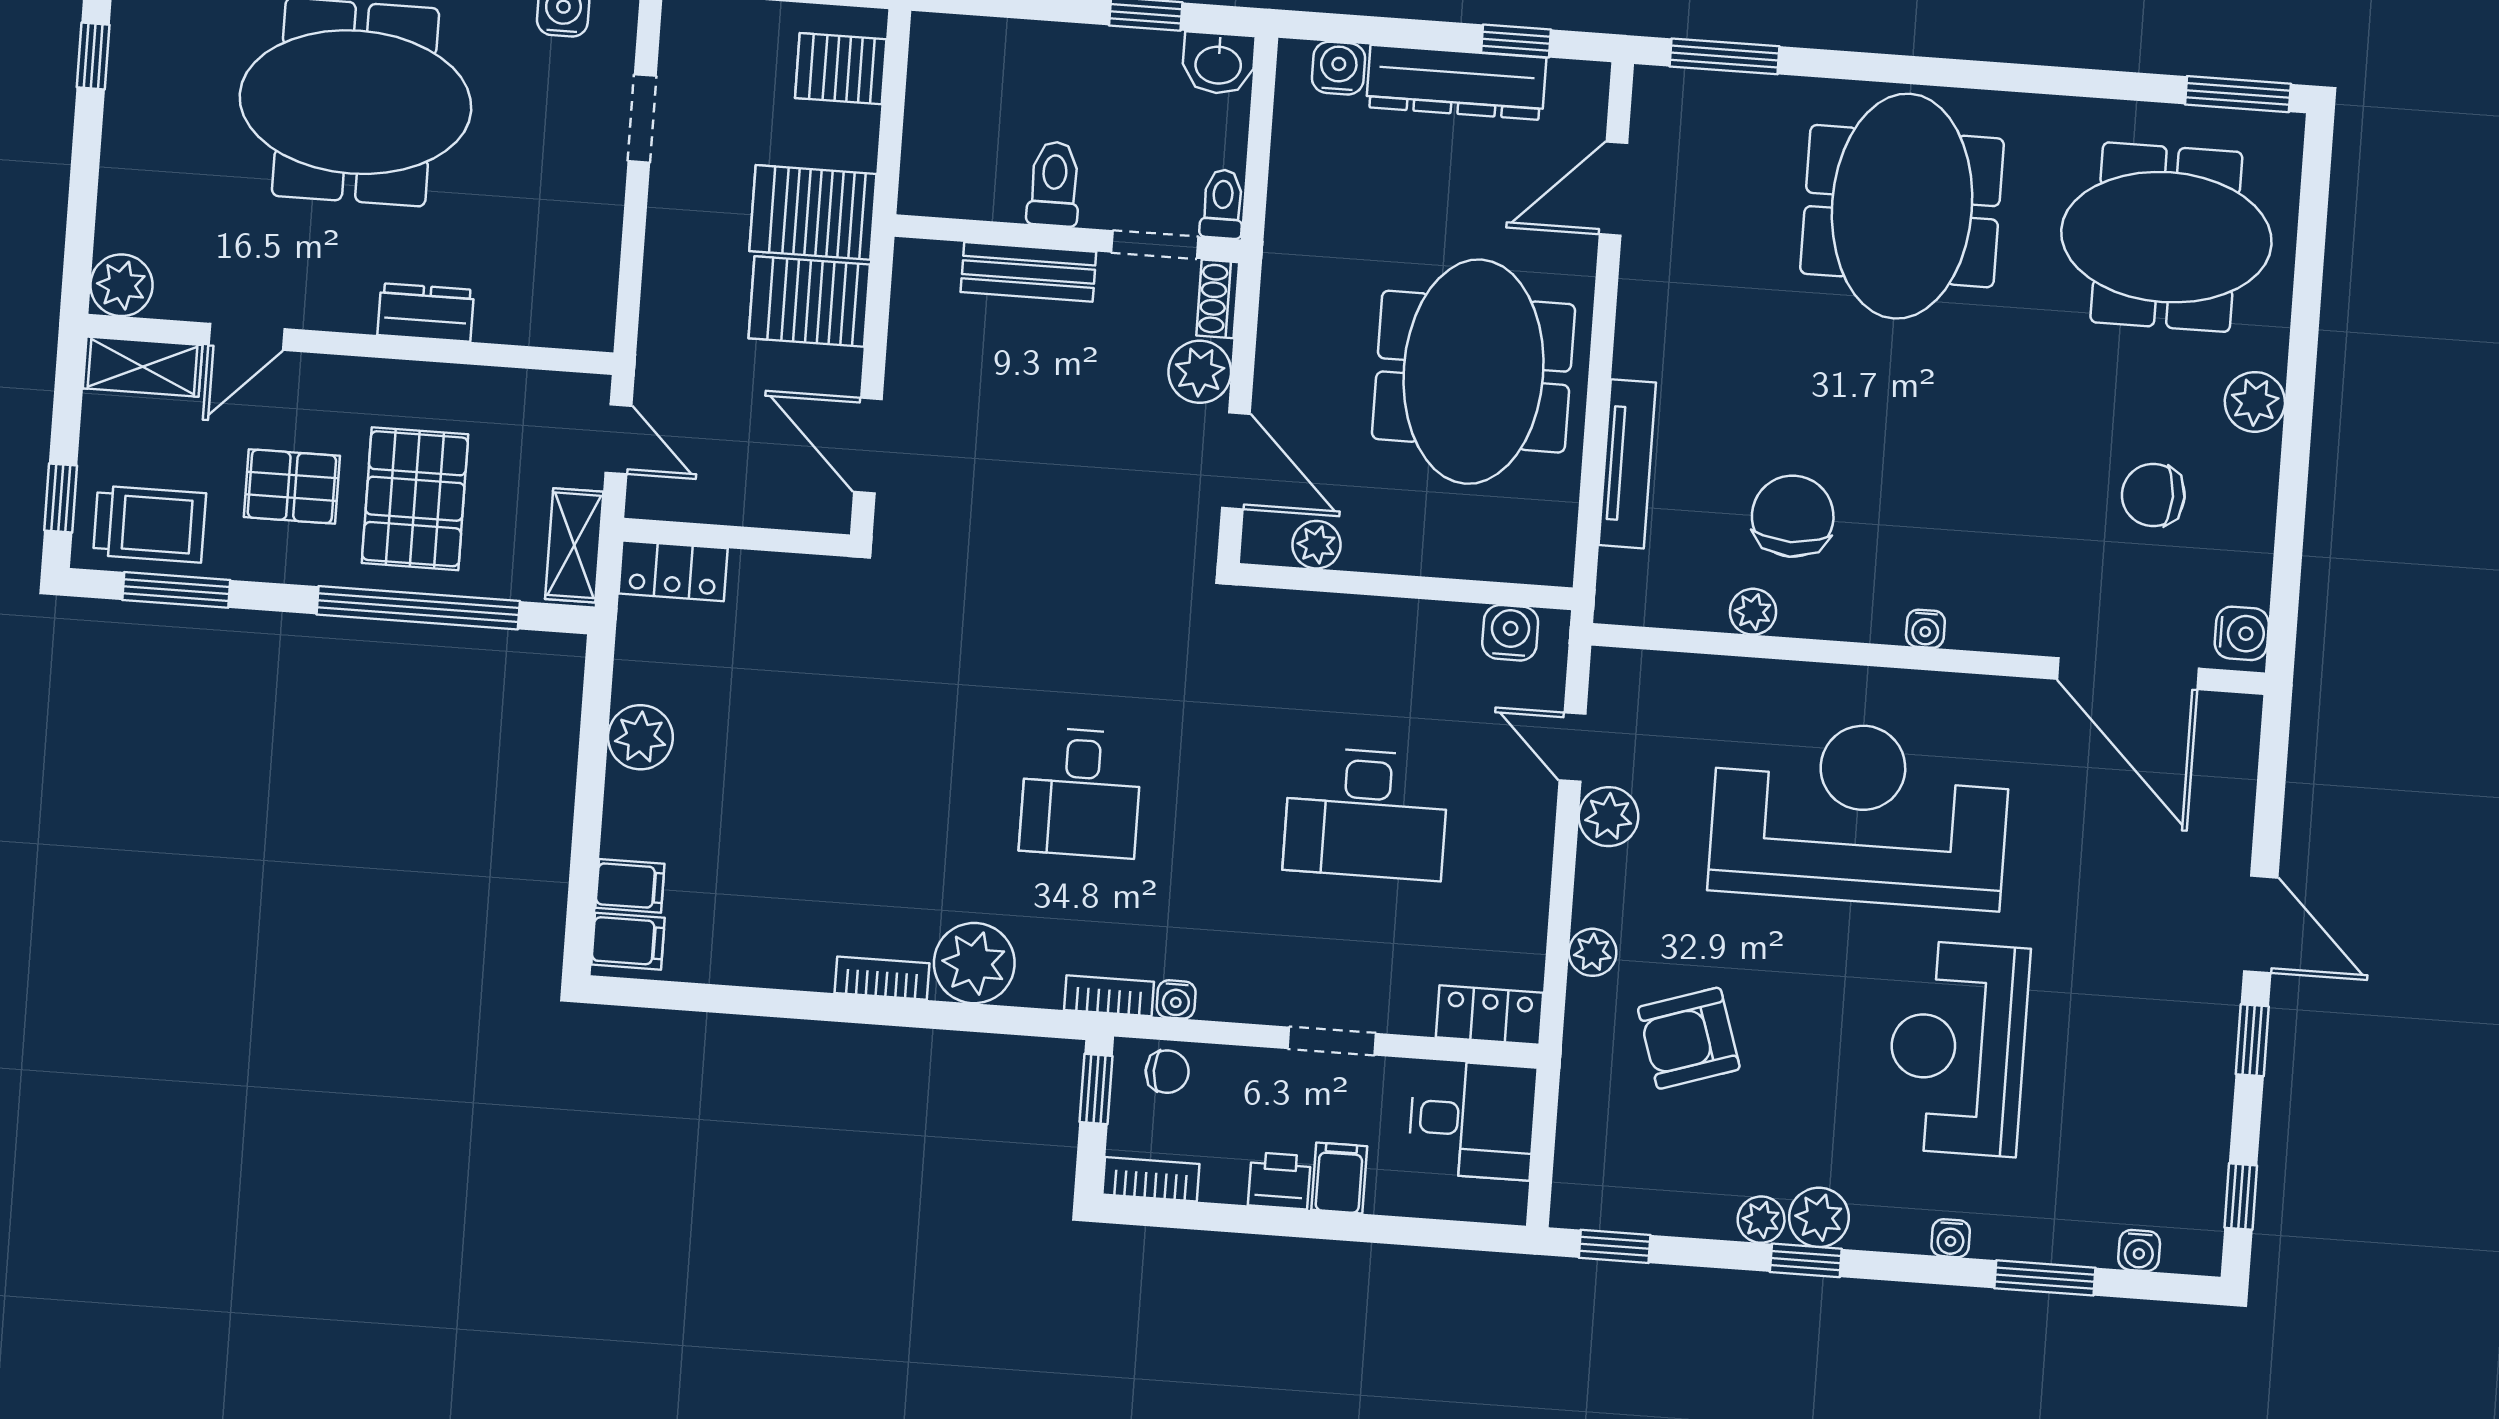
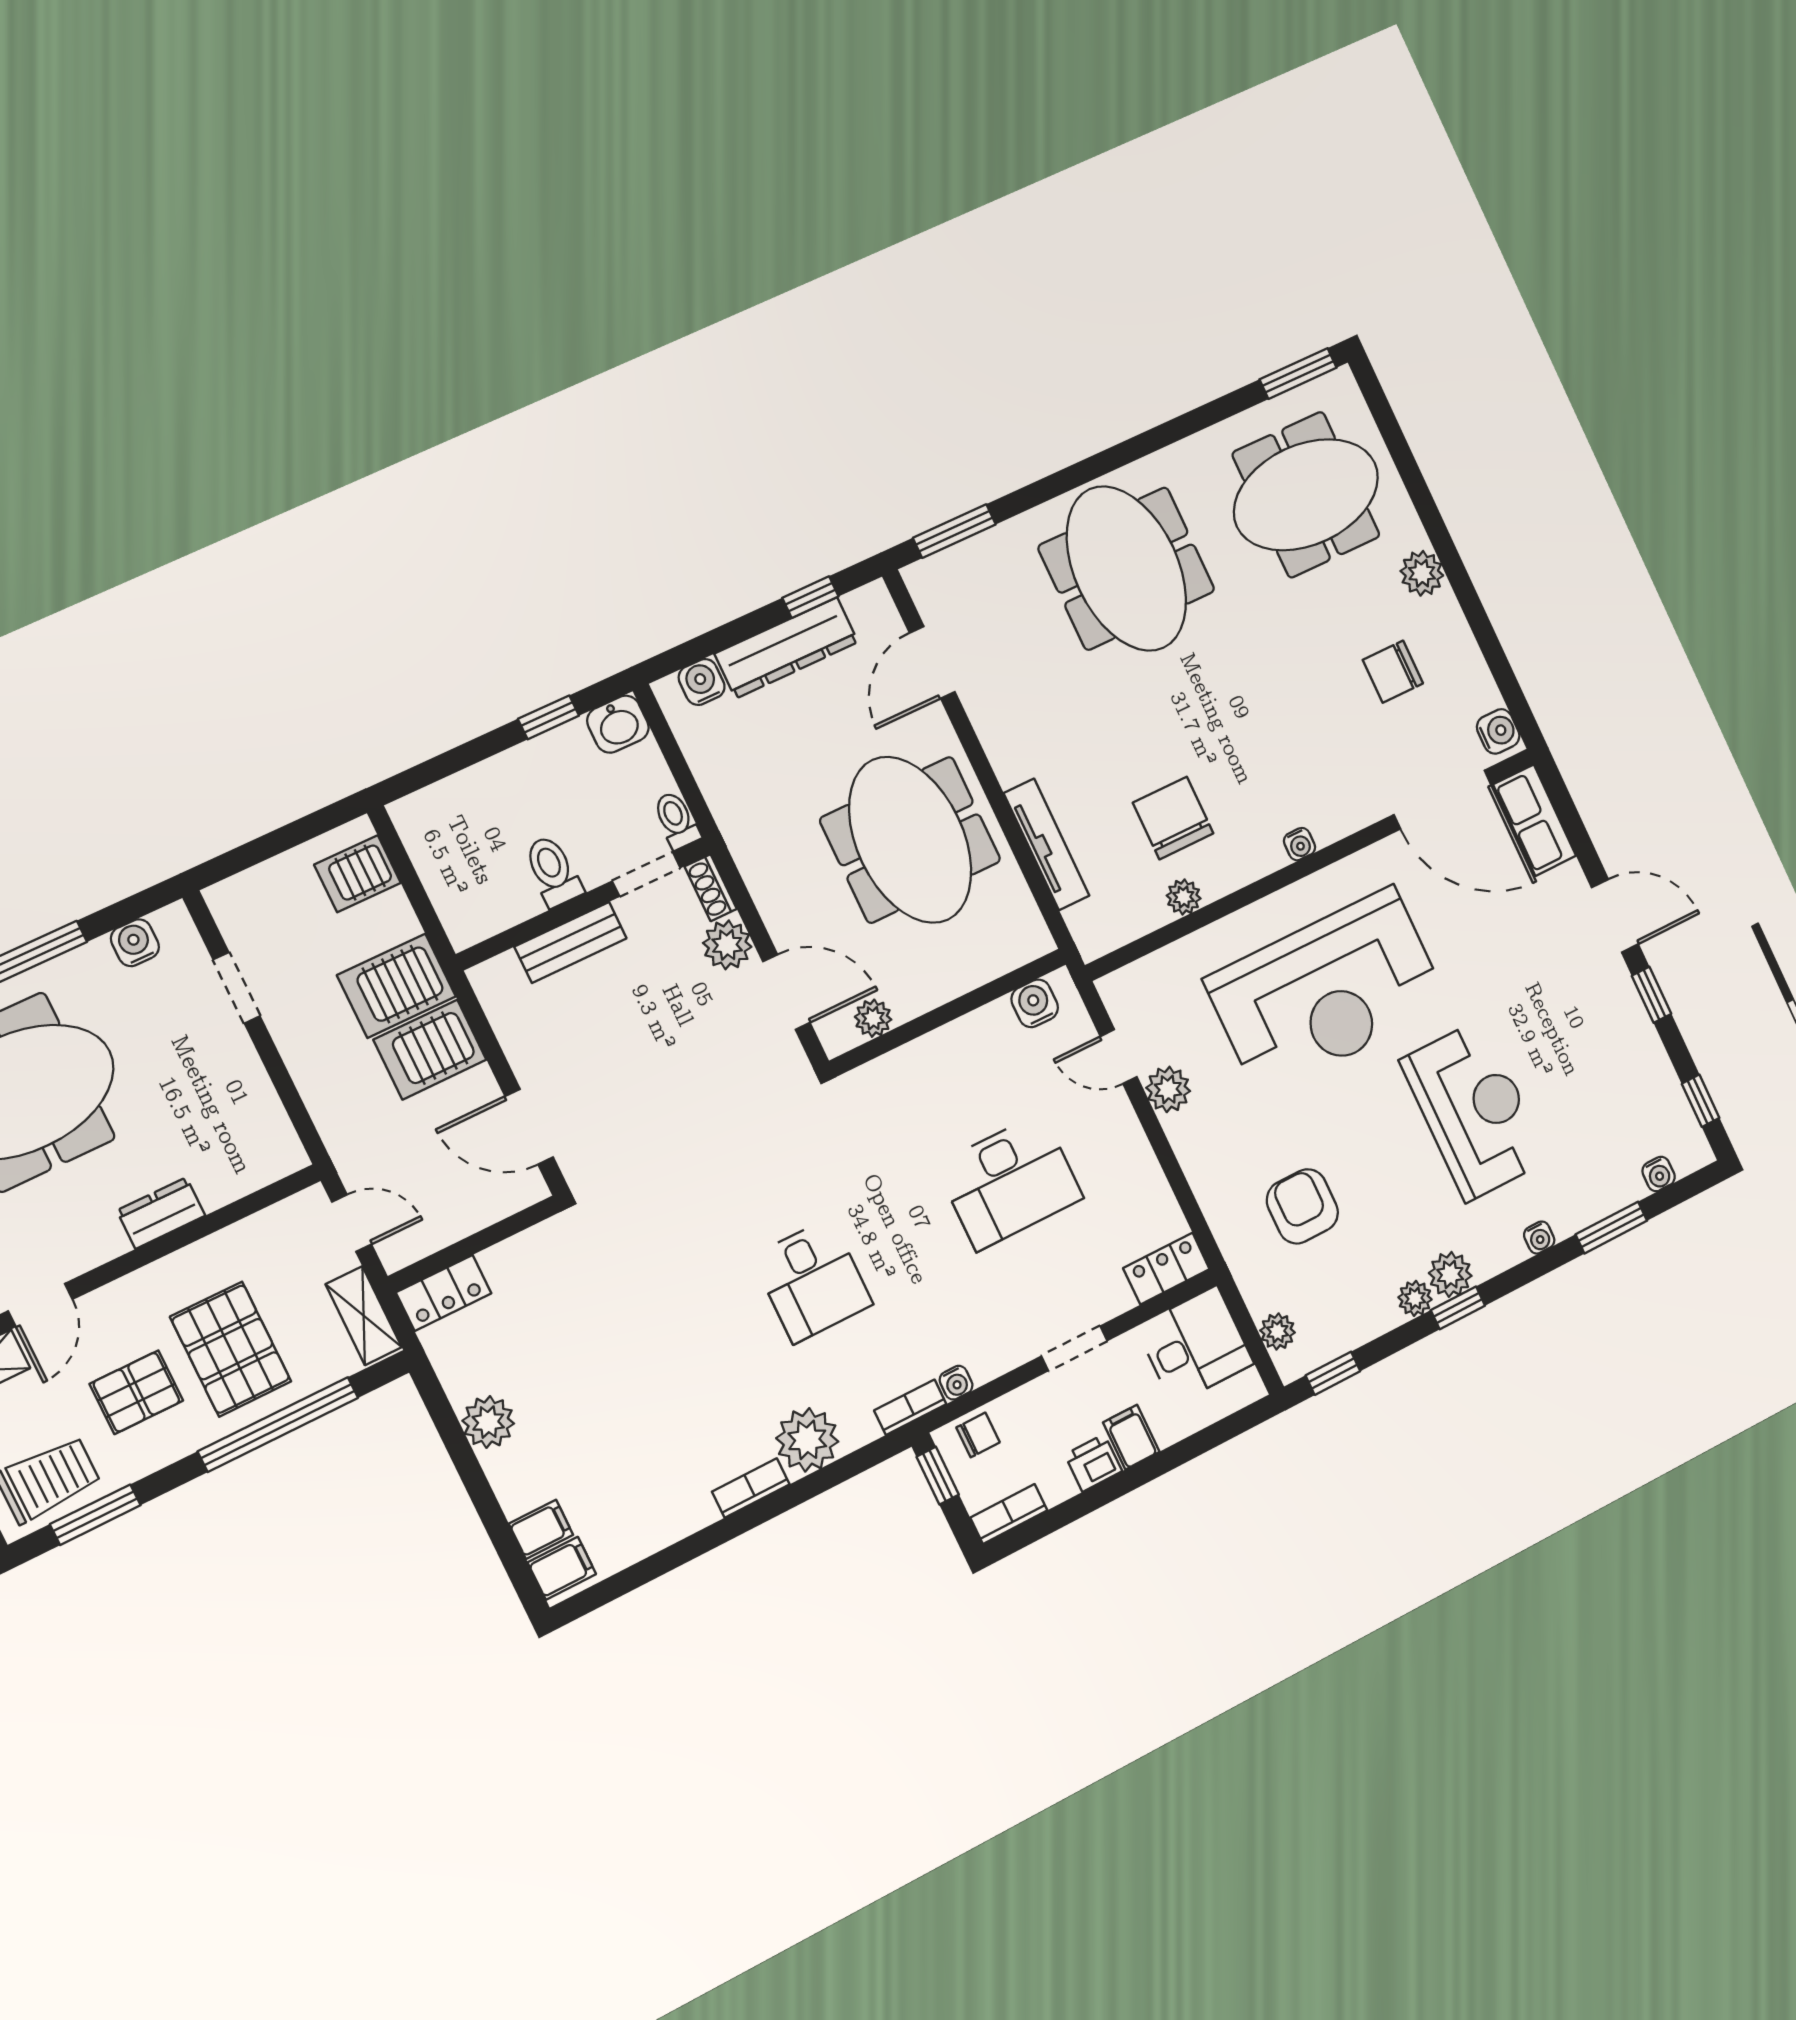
row of seats: (2227, 759) -> (1535, 820), added
reception desk: (1860, 813) -> (1327, 992), turned 180
plant: (1593, 952) -> (1277, 1331), moved
armchair: (1689, 1038) -> (1302, 1206), turned 108
reception desk: (1958, 1048) -> (1474, 1110), turned 180

